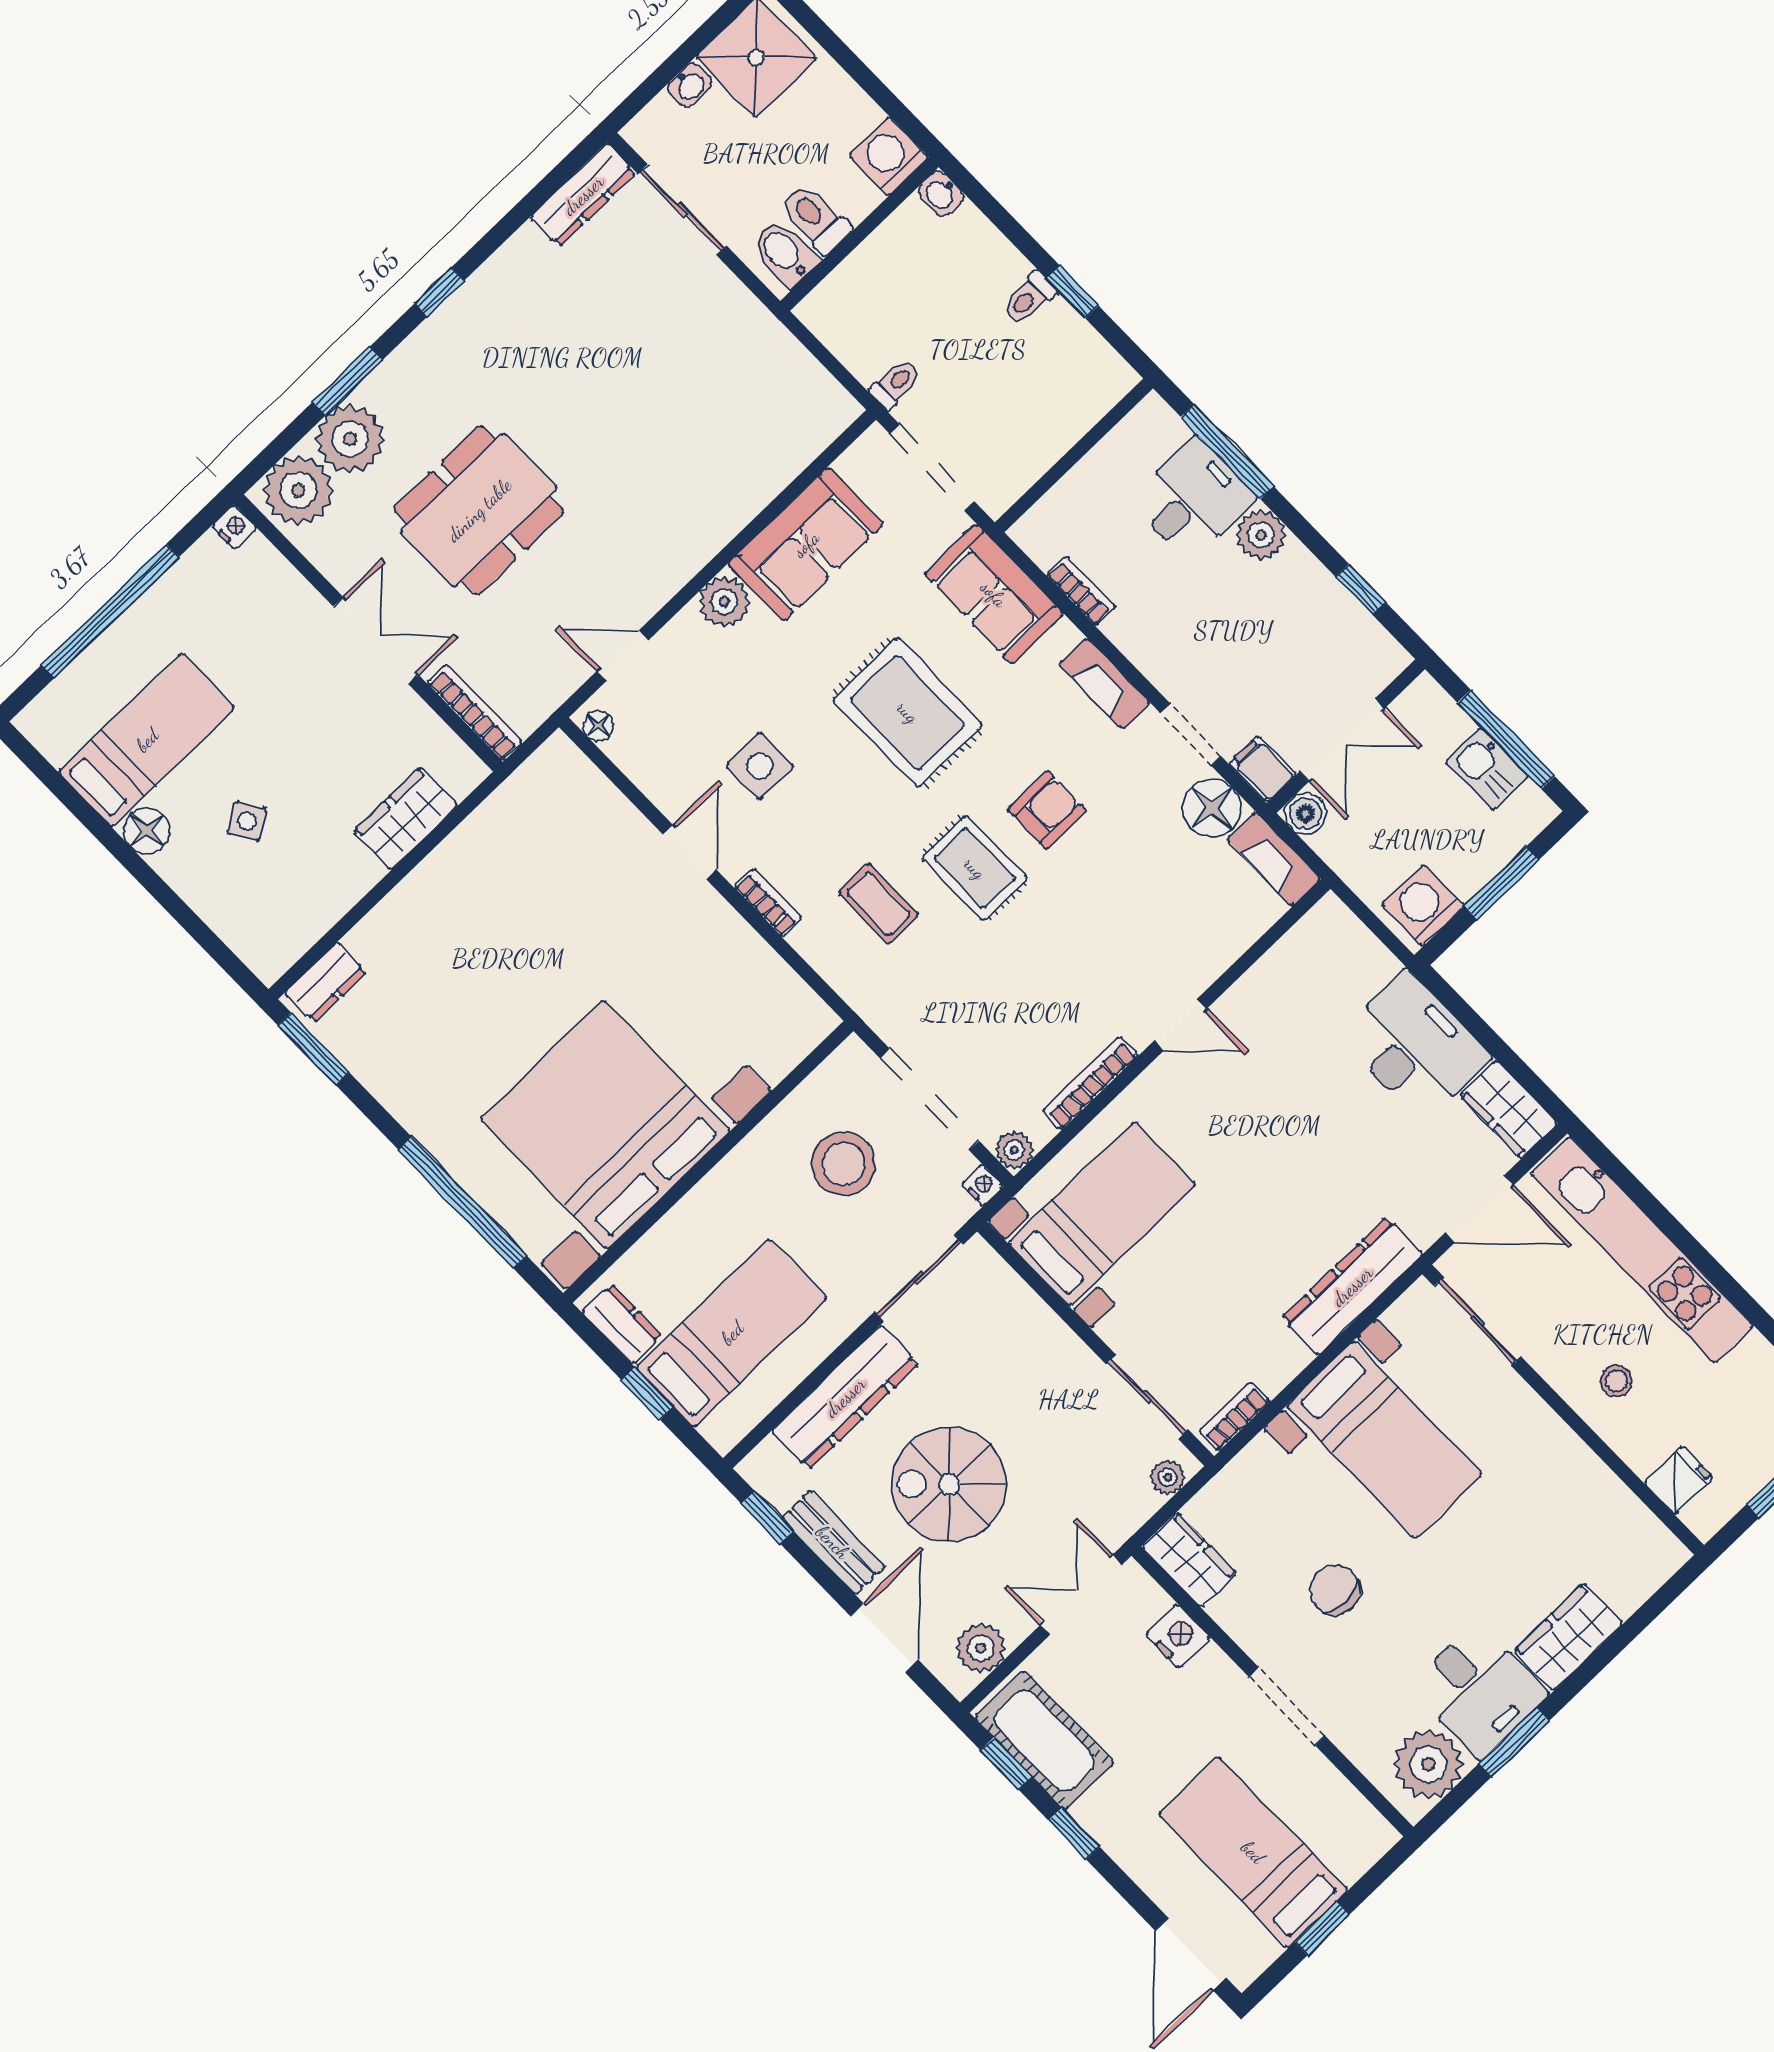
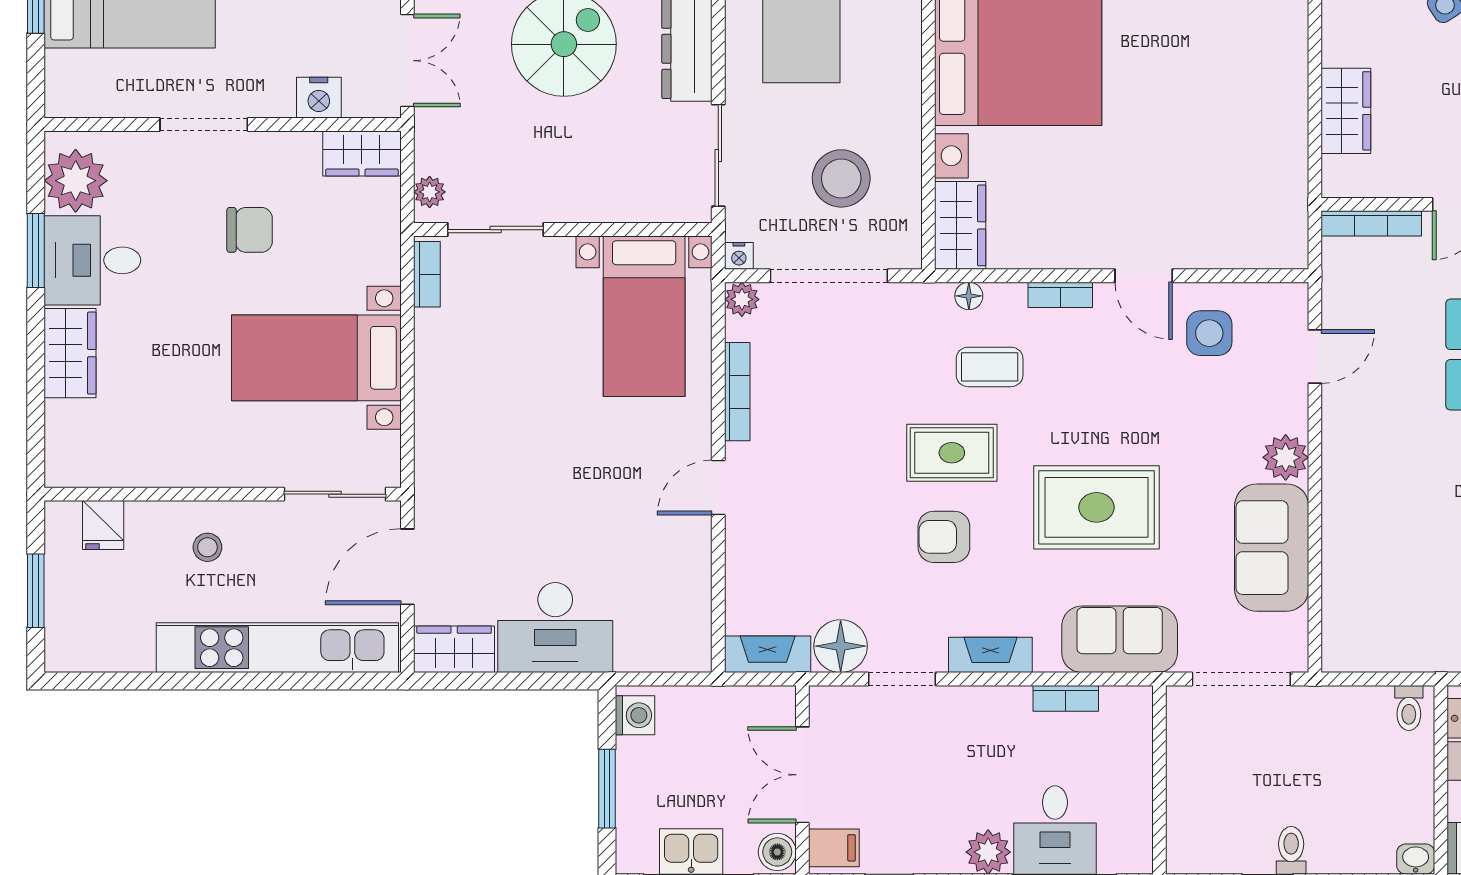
toilet: (895, 384) -> (1409, 708), moved
floor lamp: (598, 726) -> (969, 296), moved
side table: (760, 766) -> (1209, 333), moved
filing cabinet: (1262, 769) -> (834, 848), moved
armchair: (1047, 810) -> (944, 537), turned 90
boiler: (1305, 814) -> (777, 852), moved
washing machine: (1423, 905) -> (635, 715), width x0.73, depth x0.73
wardrobe: (790, 1035) -> (960, 225), added
dresser: (1352, 1286) -> (438, 434), removed

